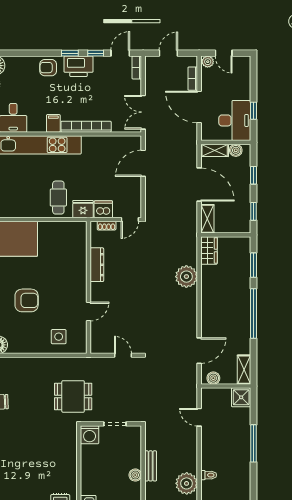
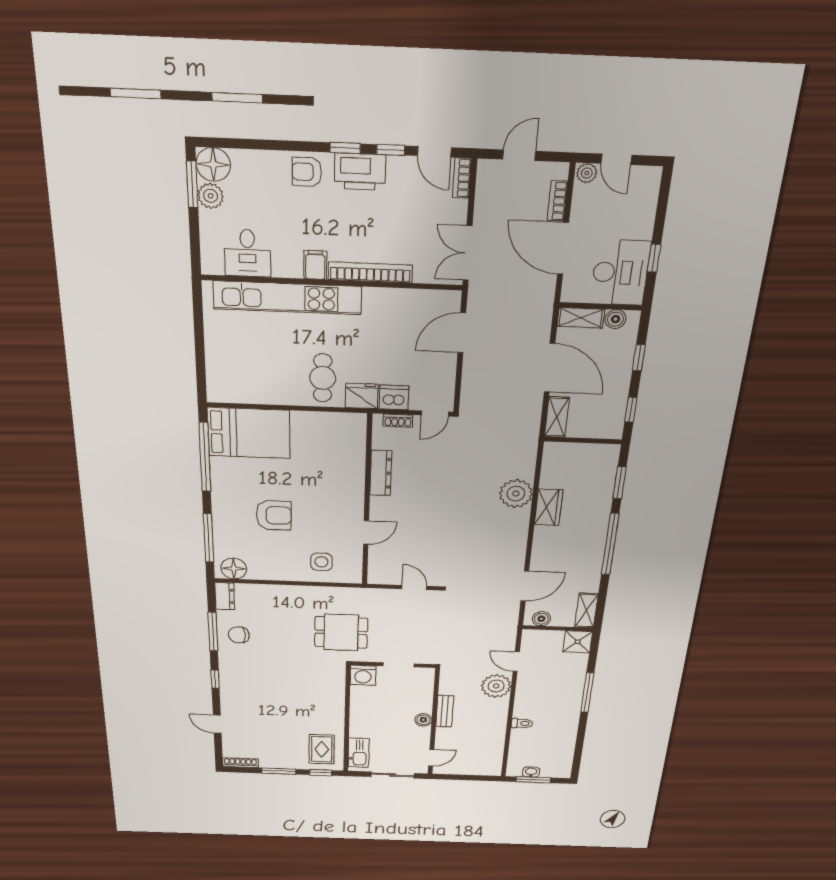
door: (120, 53) -> (434, 152), swing flipped
wardrobe: (209, 250) -> (548, 507), moved
plant: (187, 483) -> (496, 686), moved

